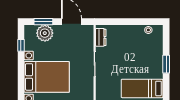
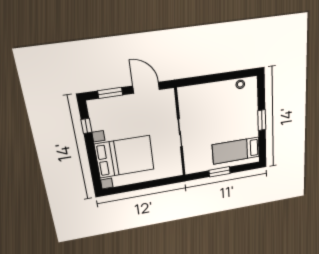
plant: (45, 33) -> (114, 107), removed
dresser: (101, 37) -> (184, 101), removed

